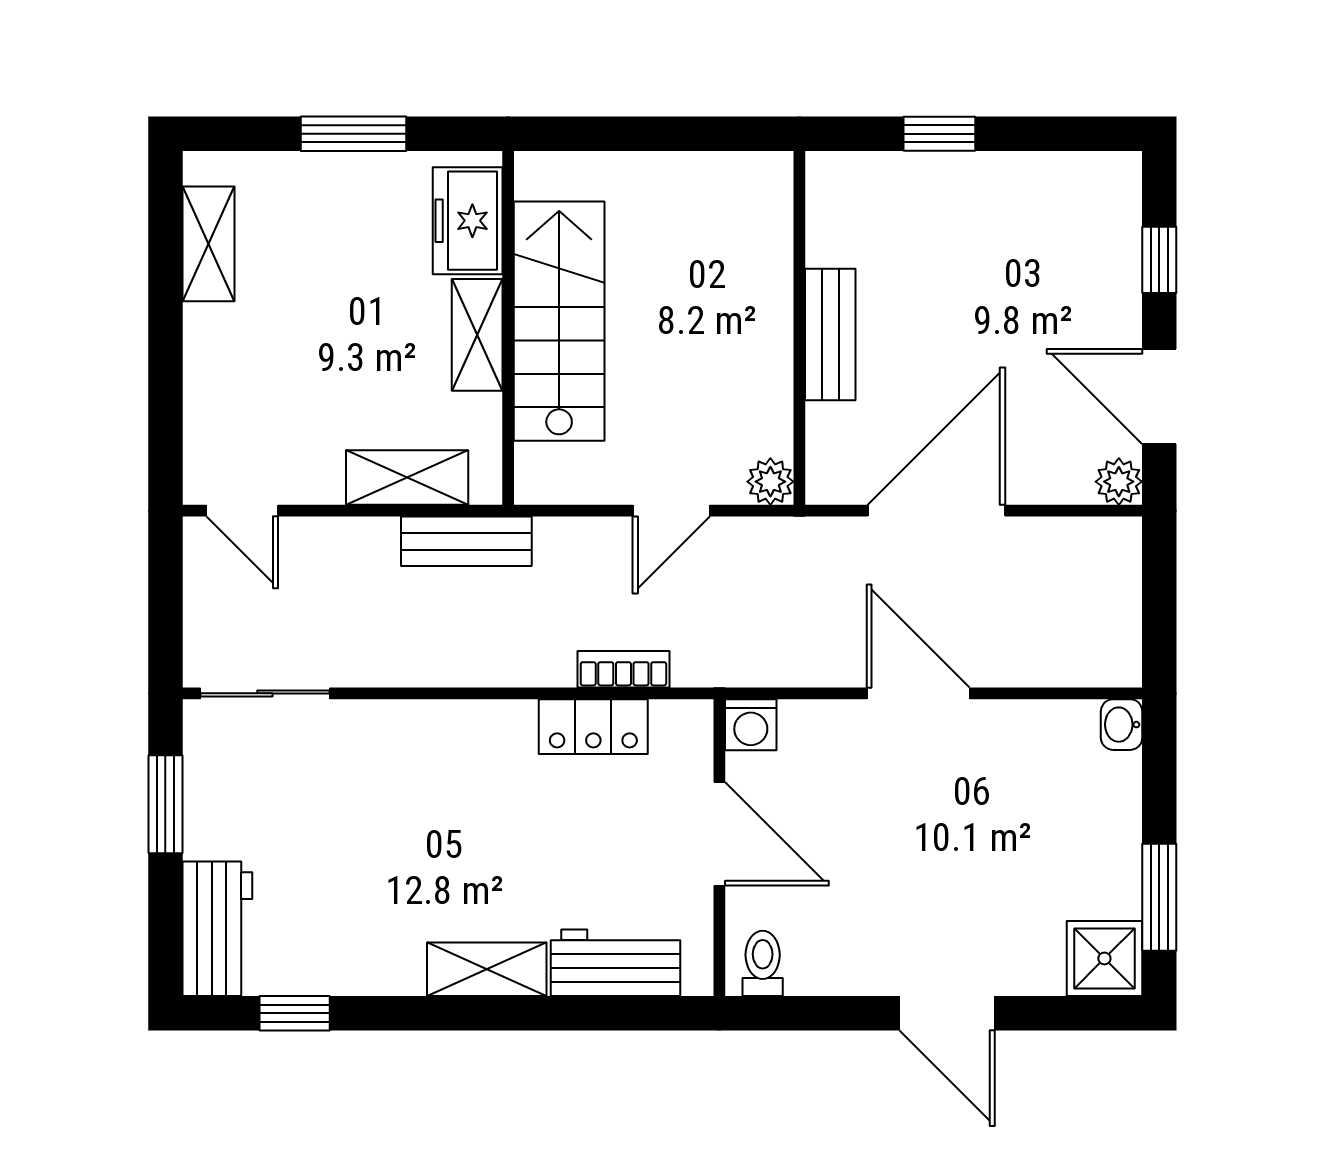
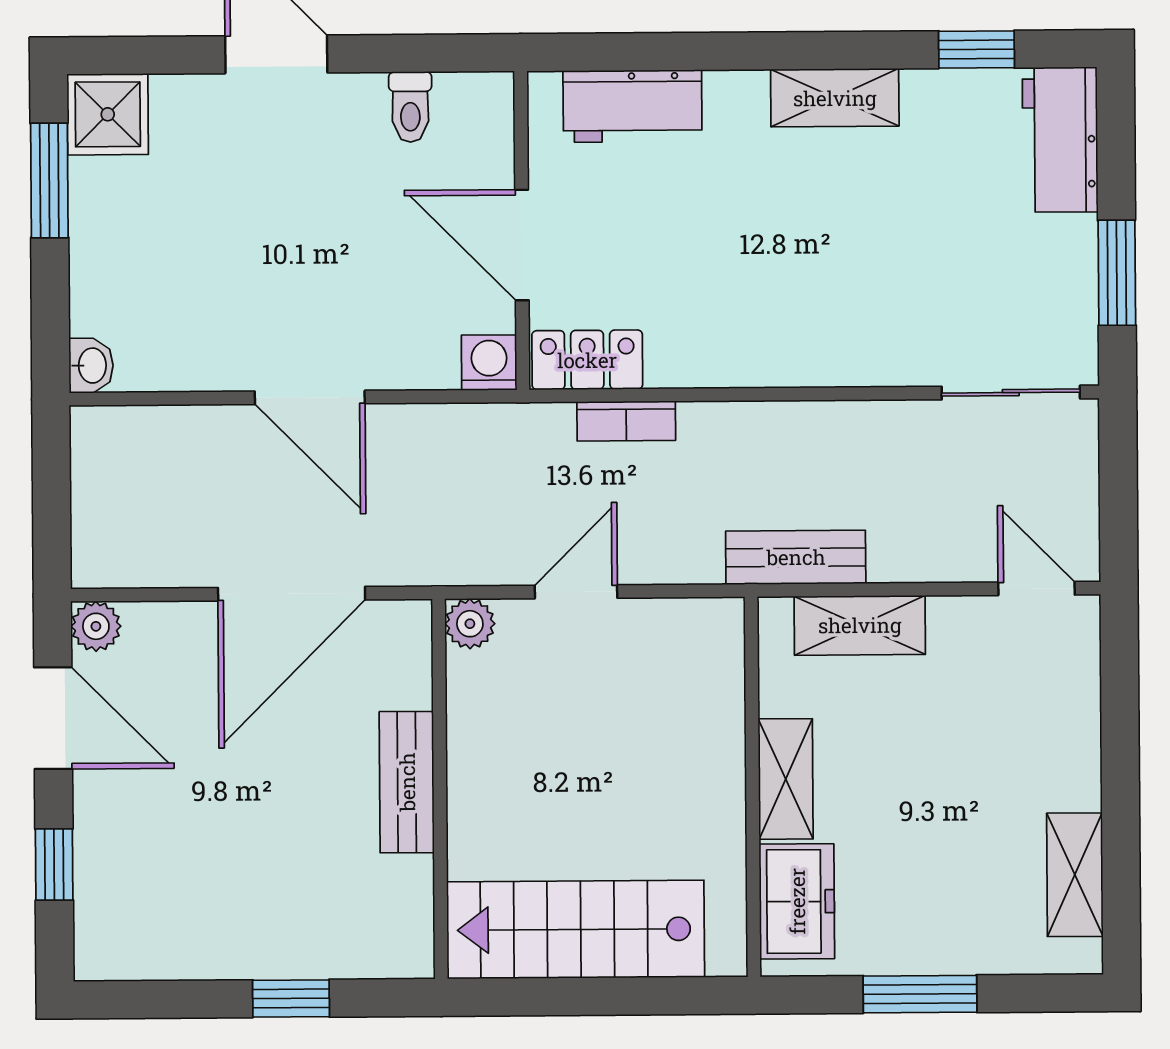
stairs: (559, 321) -> (576, 930), moved, turned 90
locker: (593, 727) -> (587, 360), moved
toilet: (763, 963) -> (410, 107), moved
shelving: (487, 969) -> (835, 98), moved

